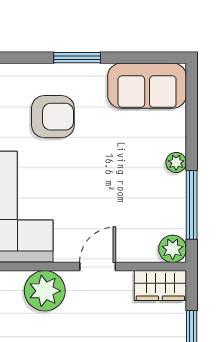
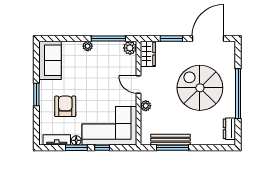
plant: (45, 291) -> (146, 106), width x0.53, depth x0.53

